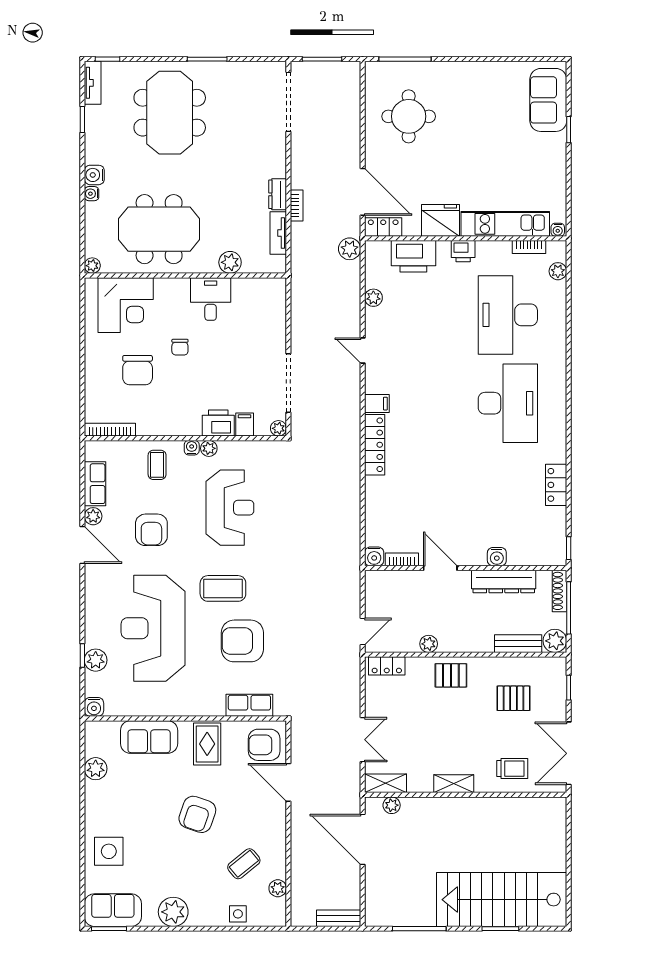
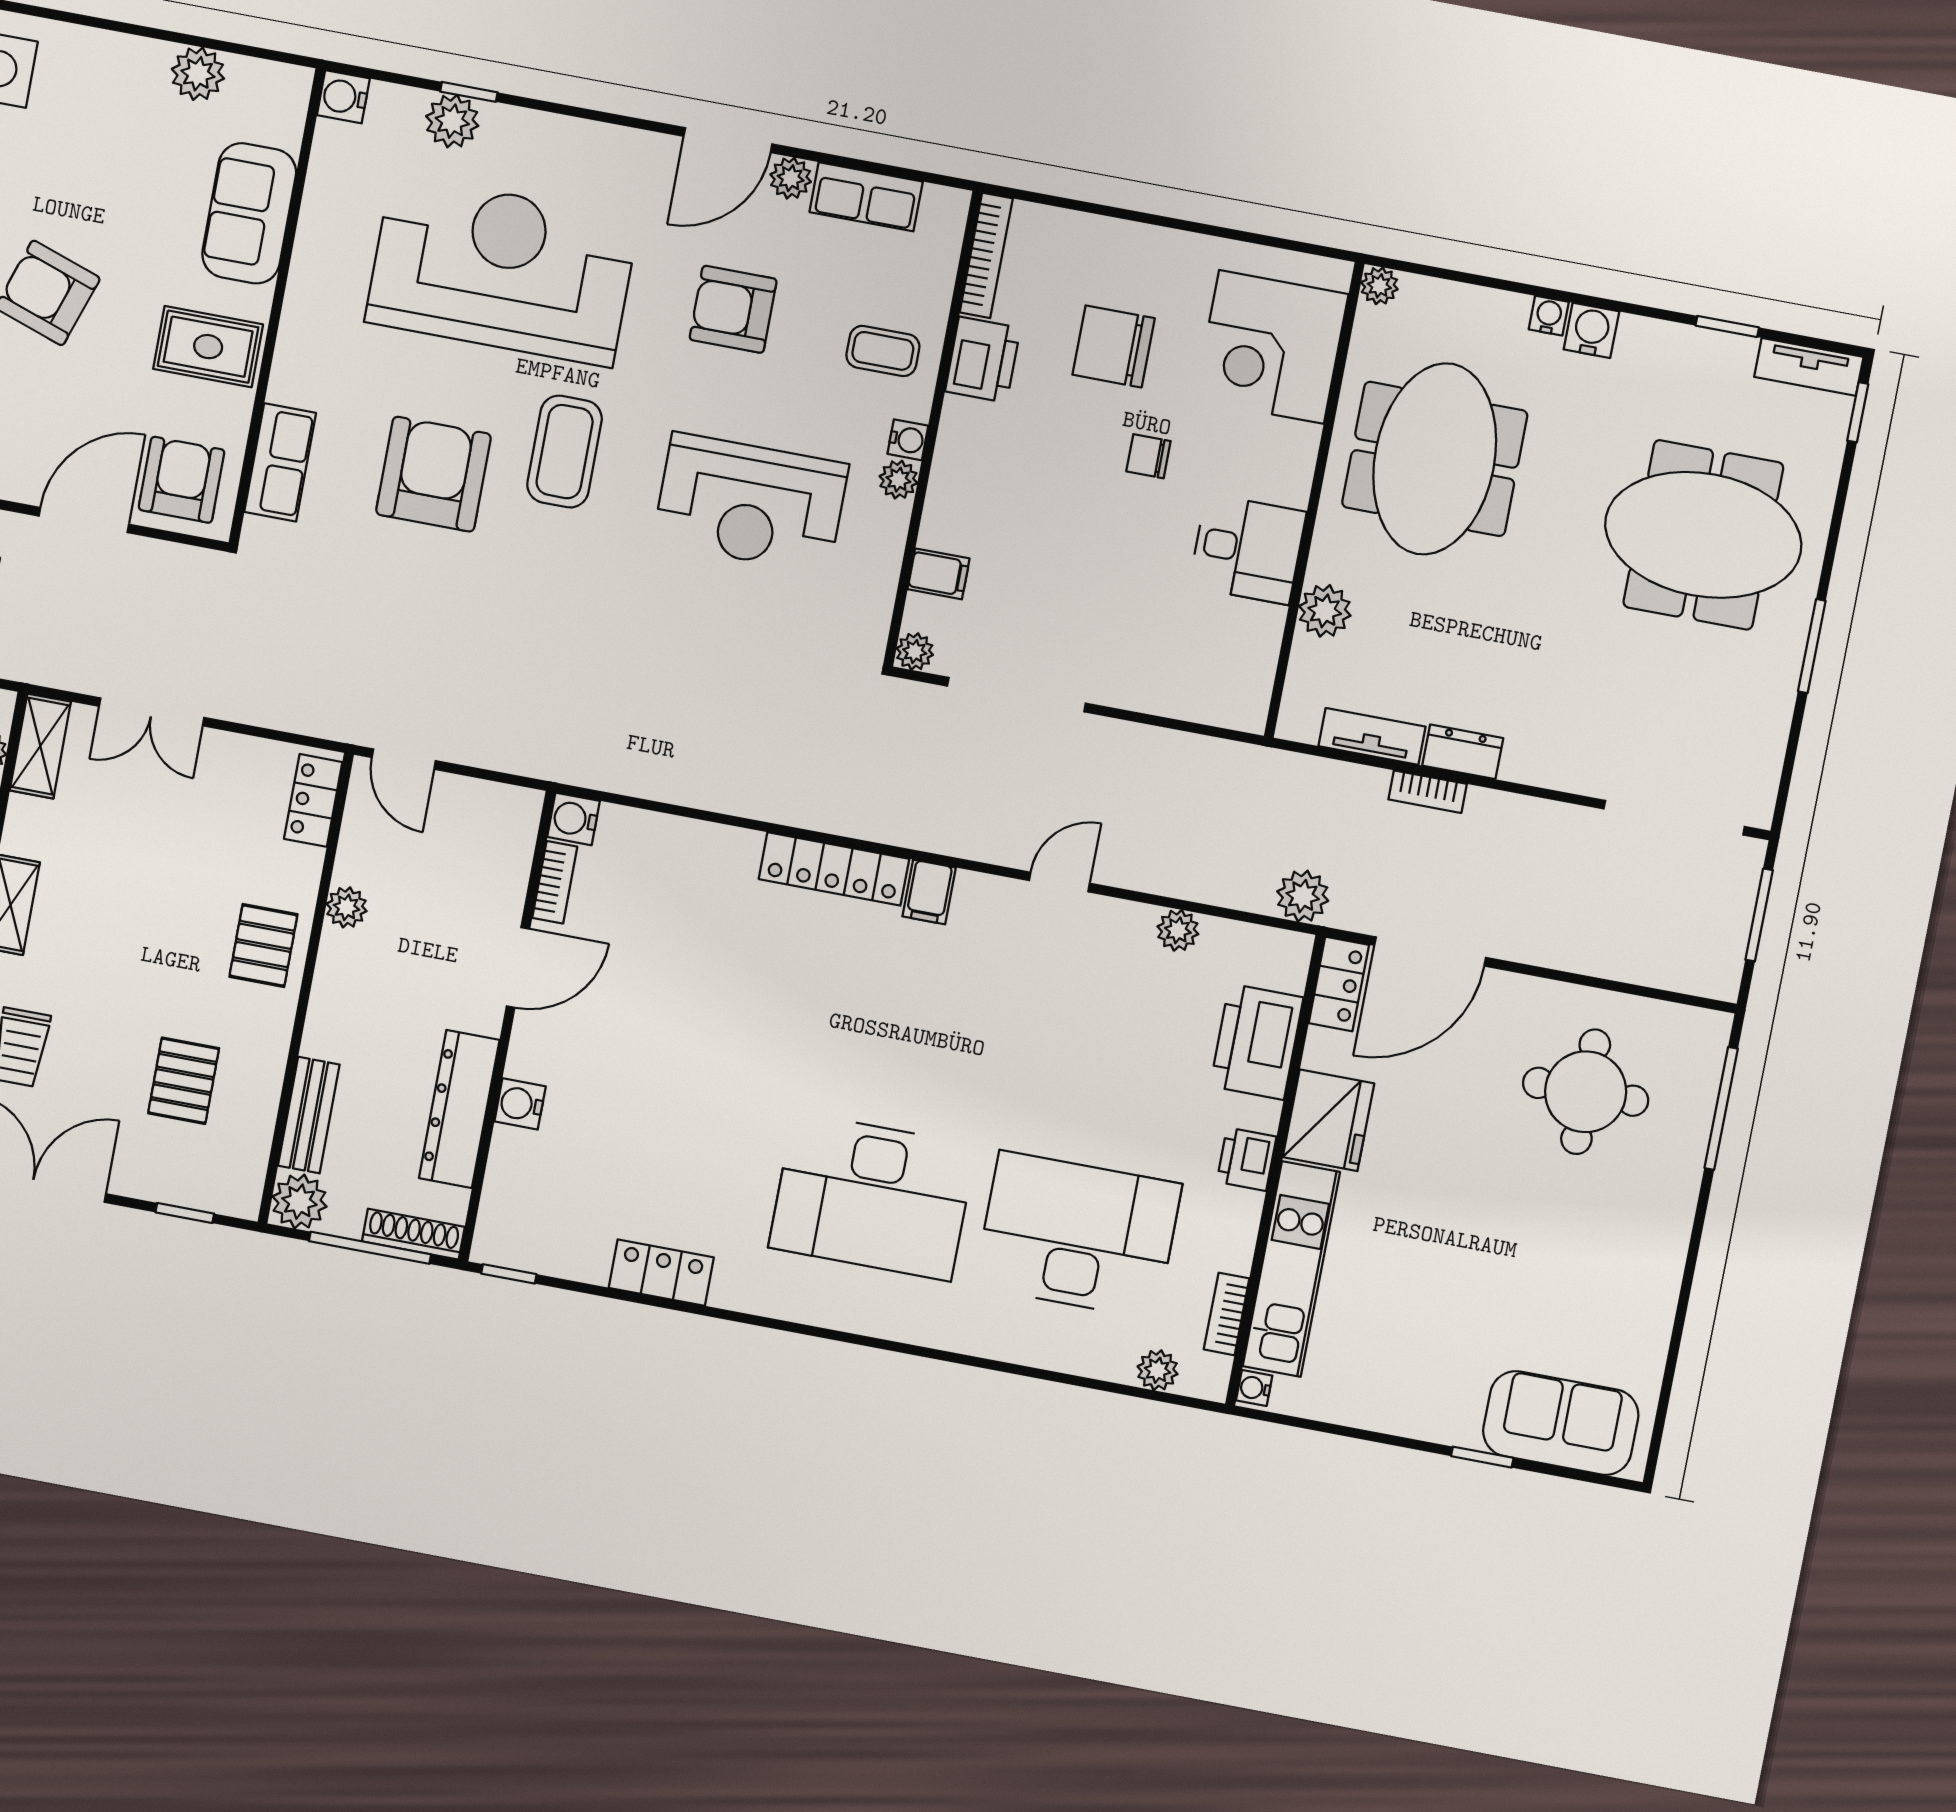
printer: (218, 423) -> (983, 360), moved

